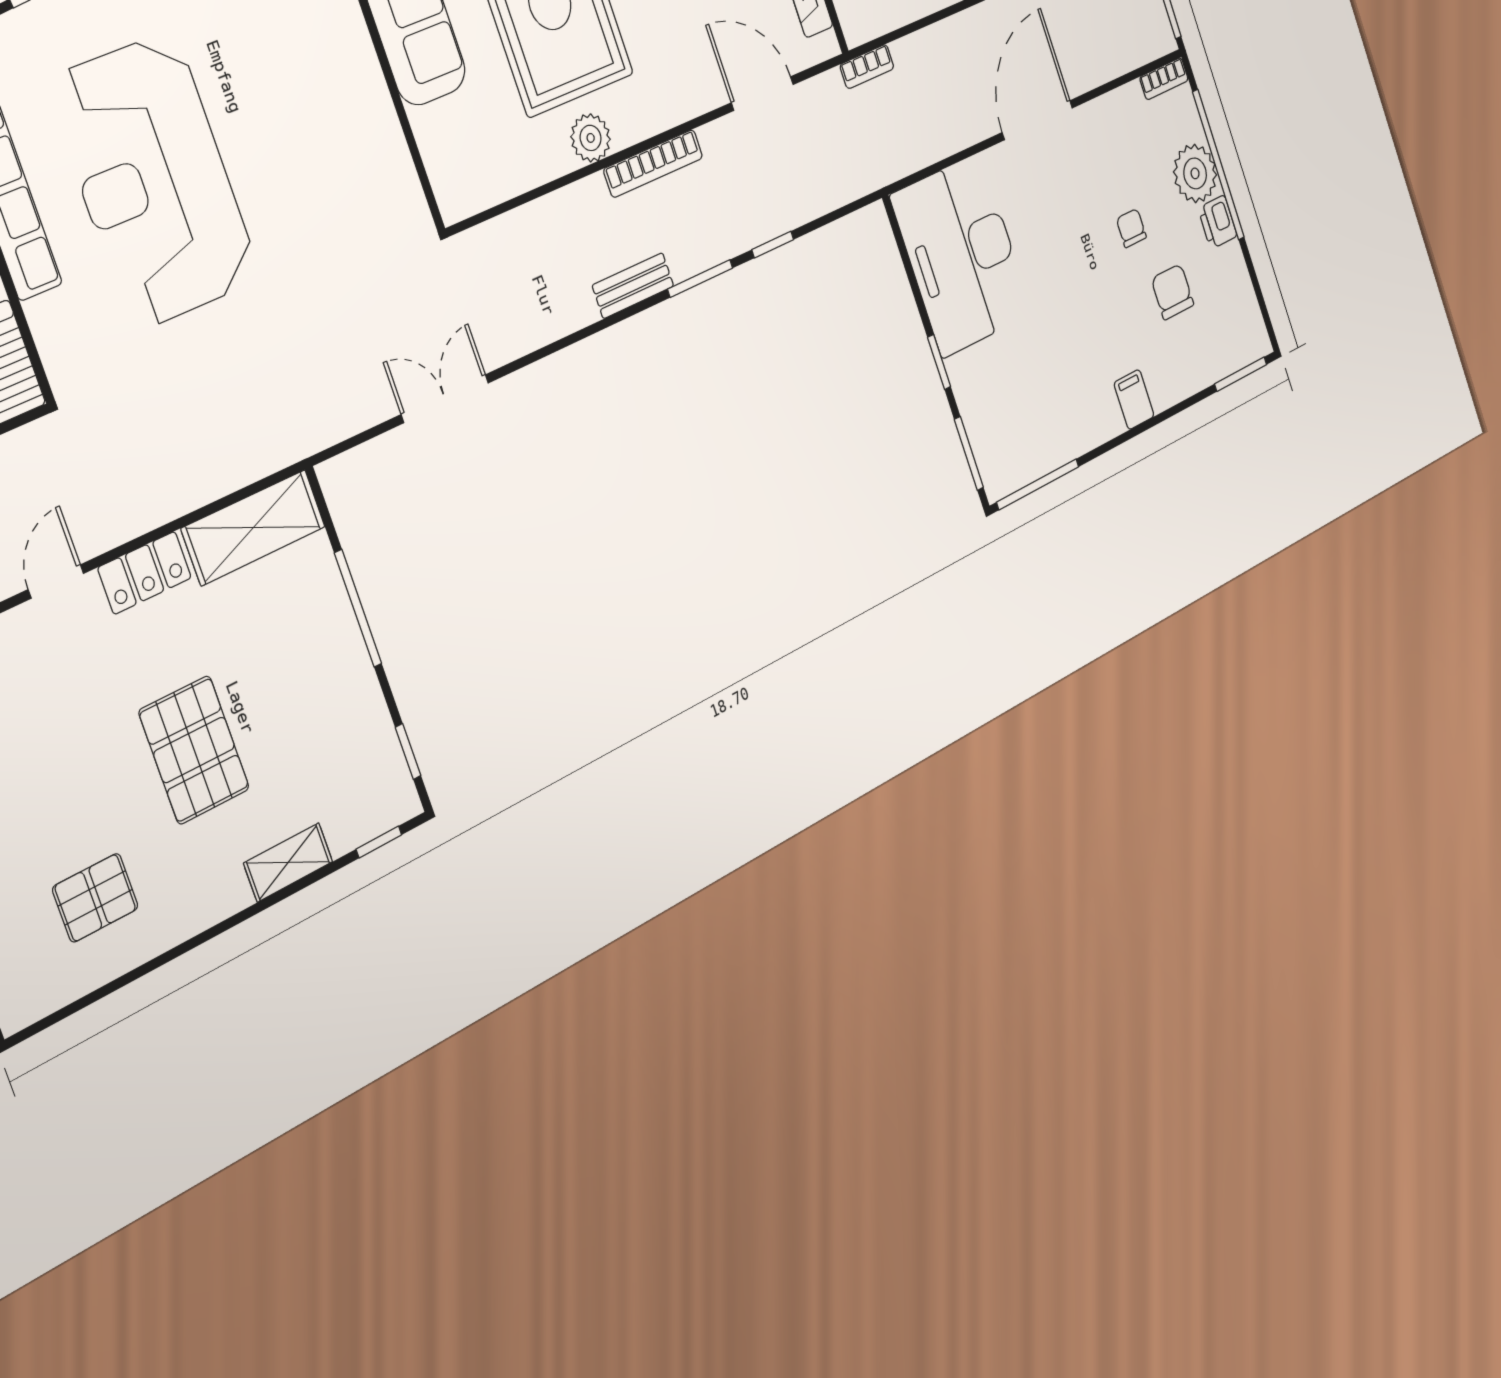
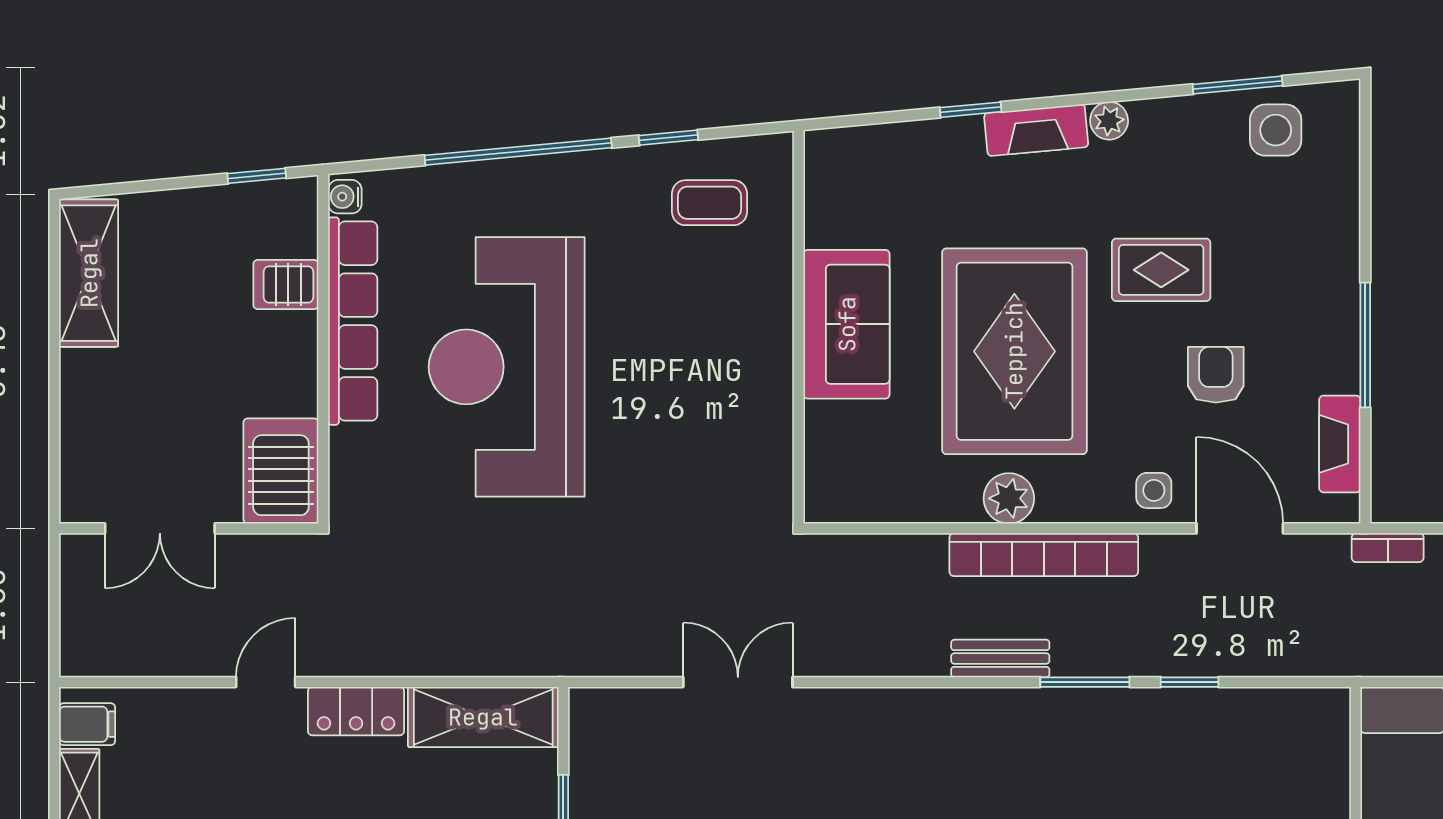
side table: (692, 86) -> (1154, 490), added
bookcase: (653, 163) -> (1044, 555), width x1.48, depth x1.31

